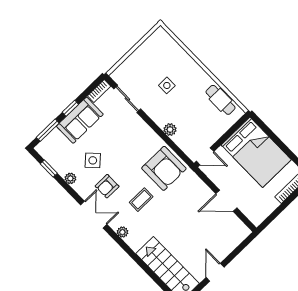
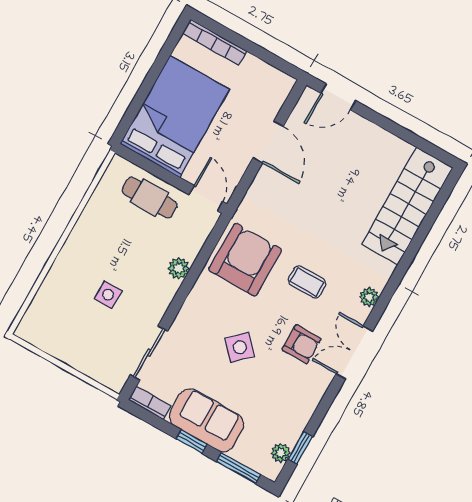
cafe table: (221, 100) -> (150, 198), moved, turned 90
side table: (93, 160) -> (240, 347), moved
plant: (70, 178) -> (281, 453), moved
door: (215, 272) -> (338, 97), moved

